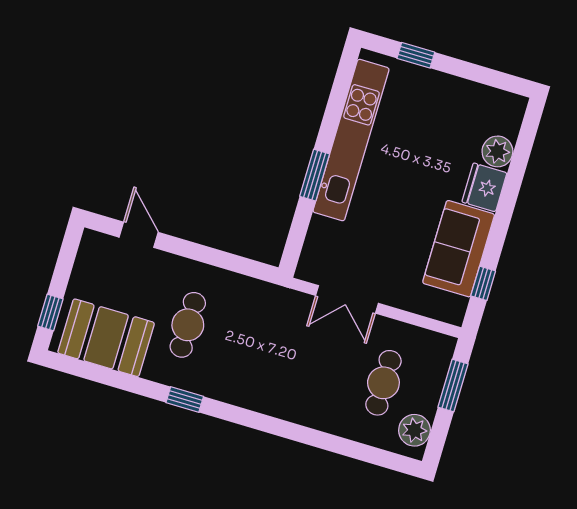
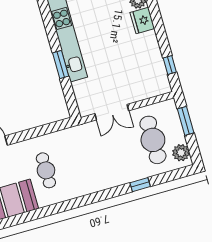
sofa: (459, 249) -> (148, 56), removed
cafe table: (383, 383) -> (153, 140), width x1.37, depth x1.35
window: (185, 399) -> (140, 185), moved

